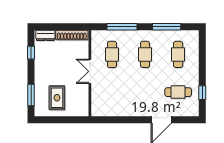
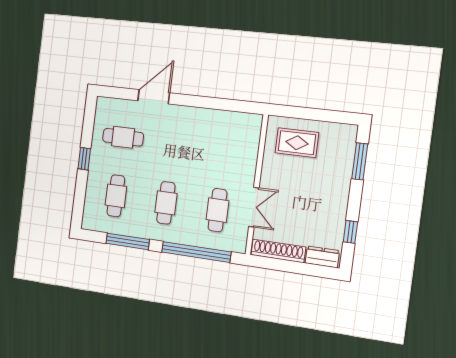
window: (122, 27) -> (196, 252), width x1.46
double door: (90, 71) -> (254, 207), moved
window: (202, 93) -> (84, 159), moved
rug: (57, 98) -> (297, 143), moved, turned 90

